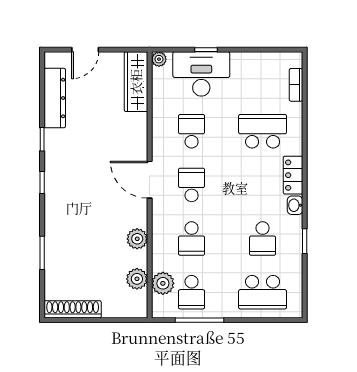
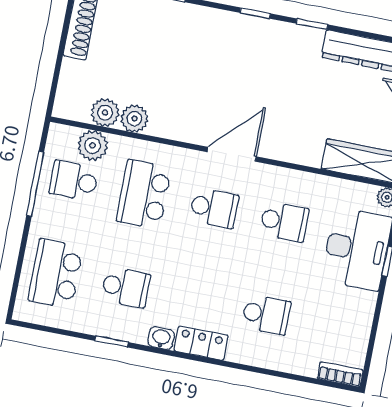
bookcase: (296, 85) -> (340, 374), moved
school desk: (263, 131) -> (266, 315), width x0.54
plant: (137, 239) -> (134, 119), moved
school desk: (192, 239) -> (144, 194), width x1.85
school desk: (263, 239) -> (126, 287), turned 180

